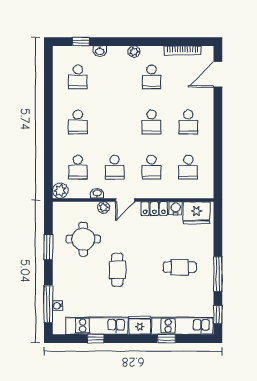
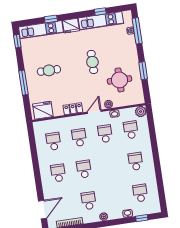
water cooler: (176, 208) -> (58, 111), removed
window: (218, 274) -> (23, 83), moved

